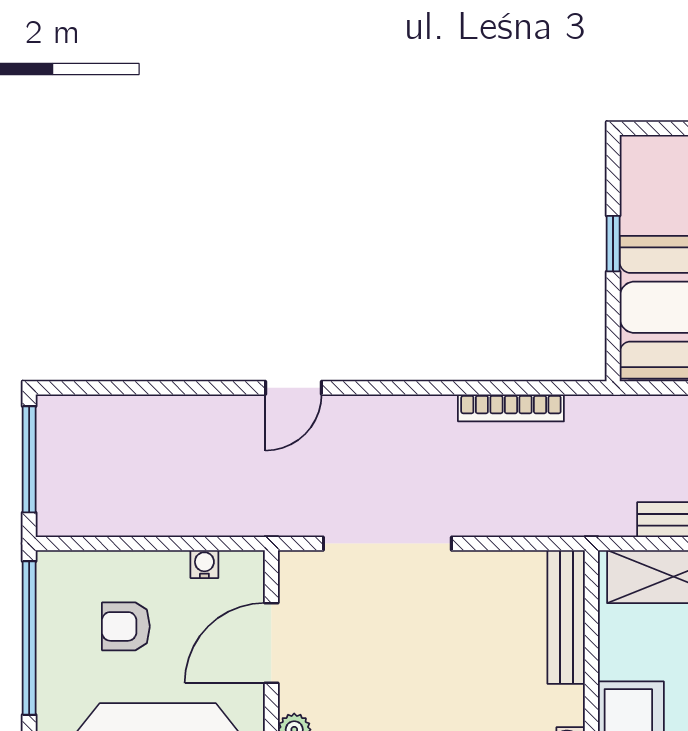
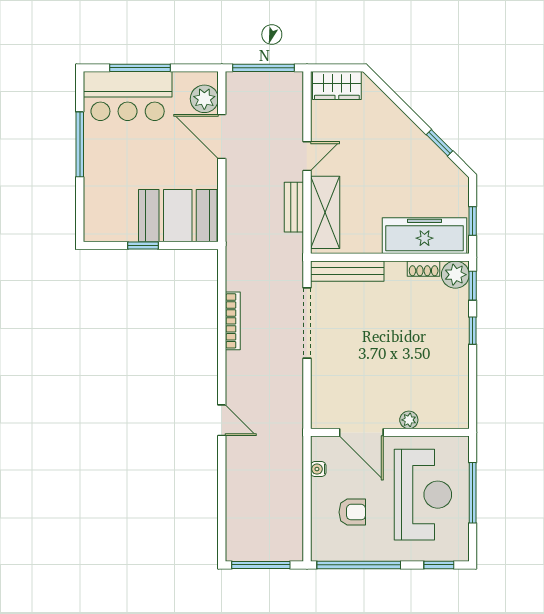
bookcase: (511, 408) -> (233, 321), moved
doorway: (387, 544) -> (307, 323), moved
armchair: (126, 626) -> (352, 512), turned -90

